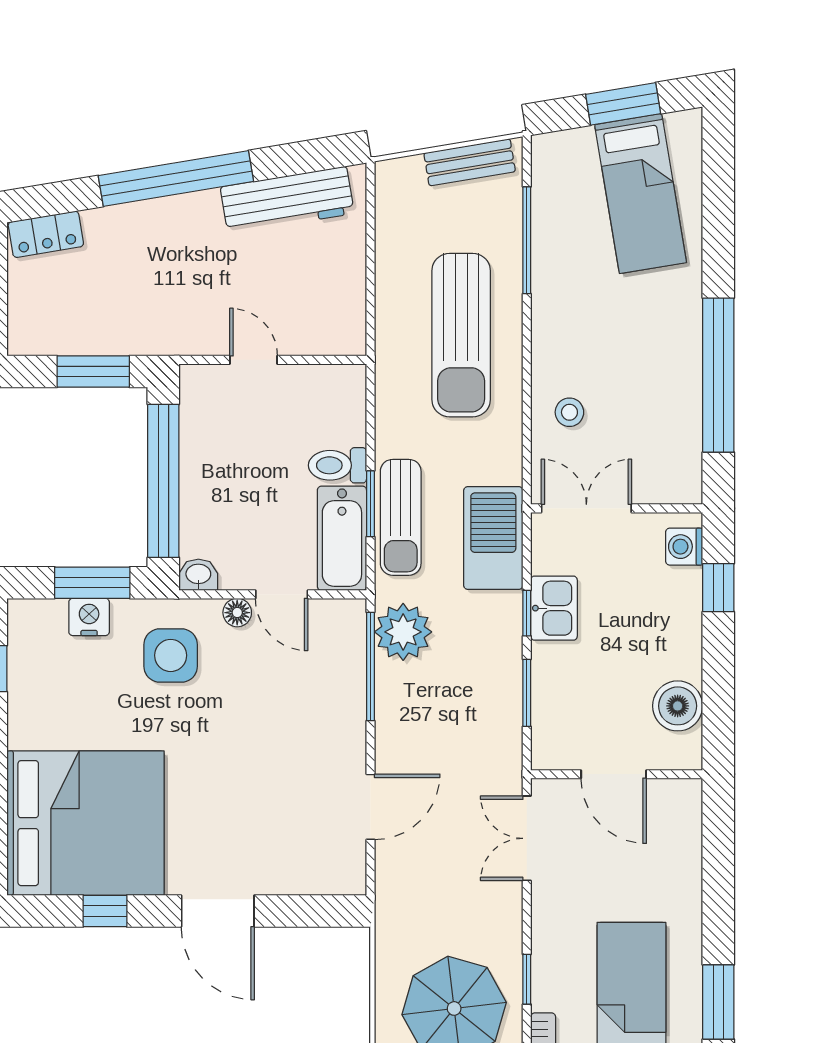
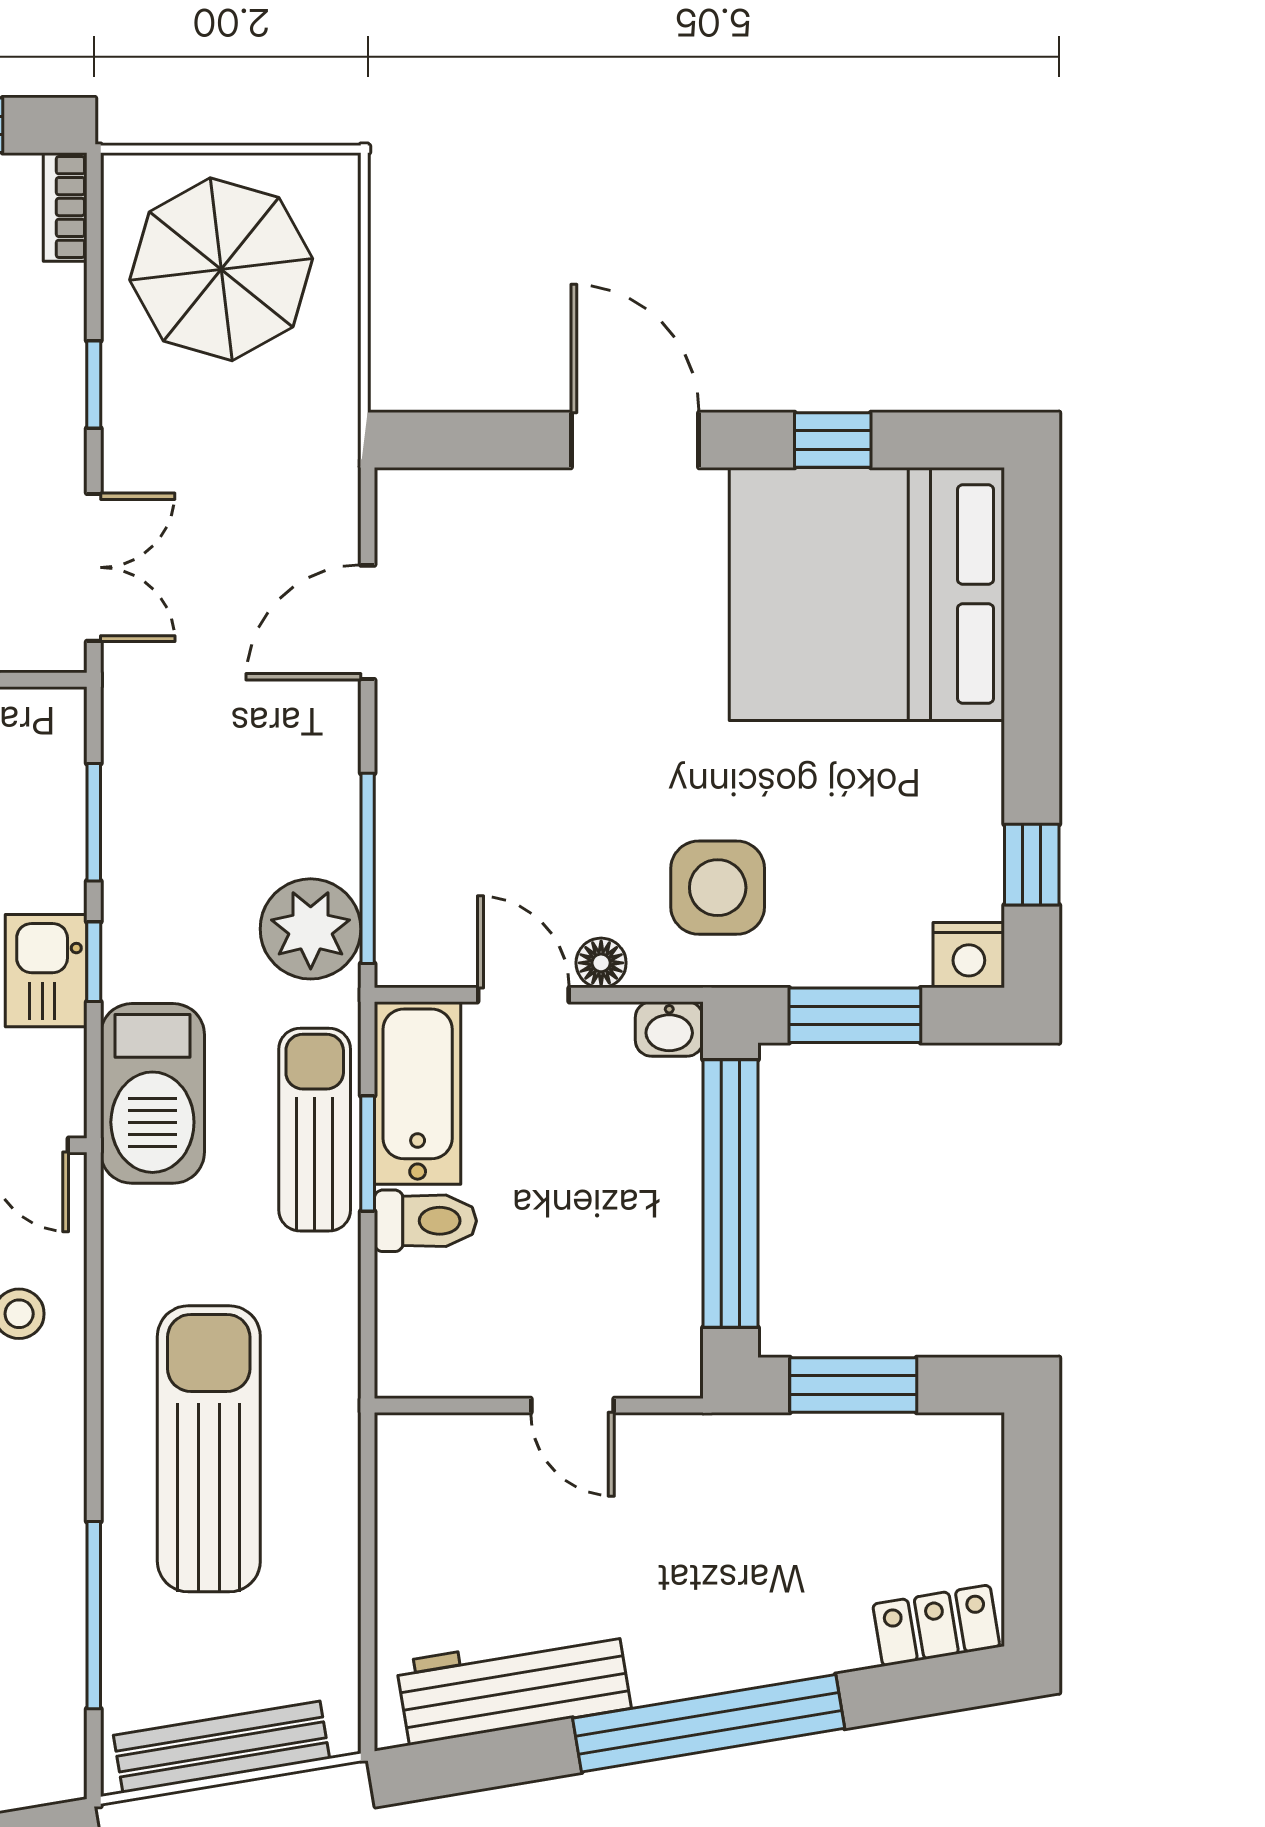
bench: (470, 162) -> (222, 1747), width x1.36
nightstand: (89, 617) -> (969, 955), moved
window: (527, 979) -> (94, 384), moved

